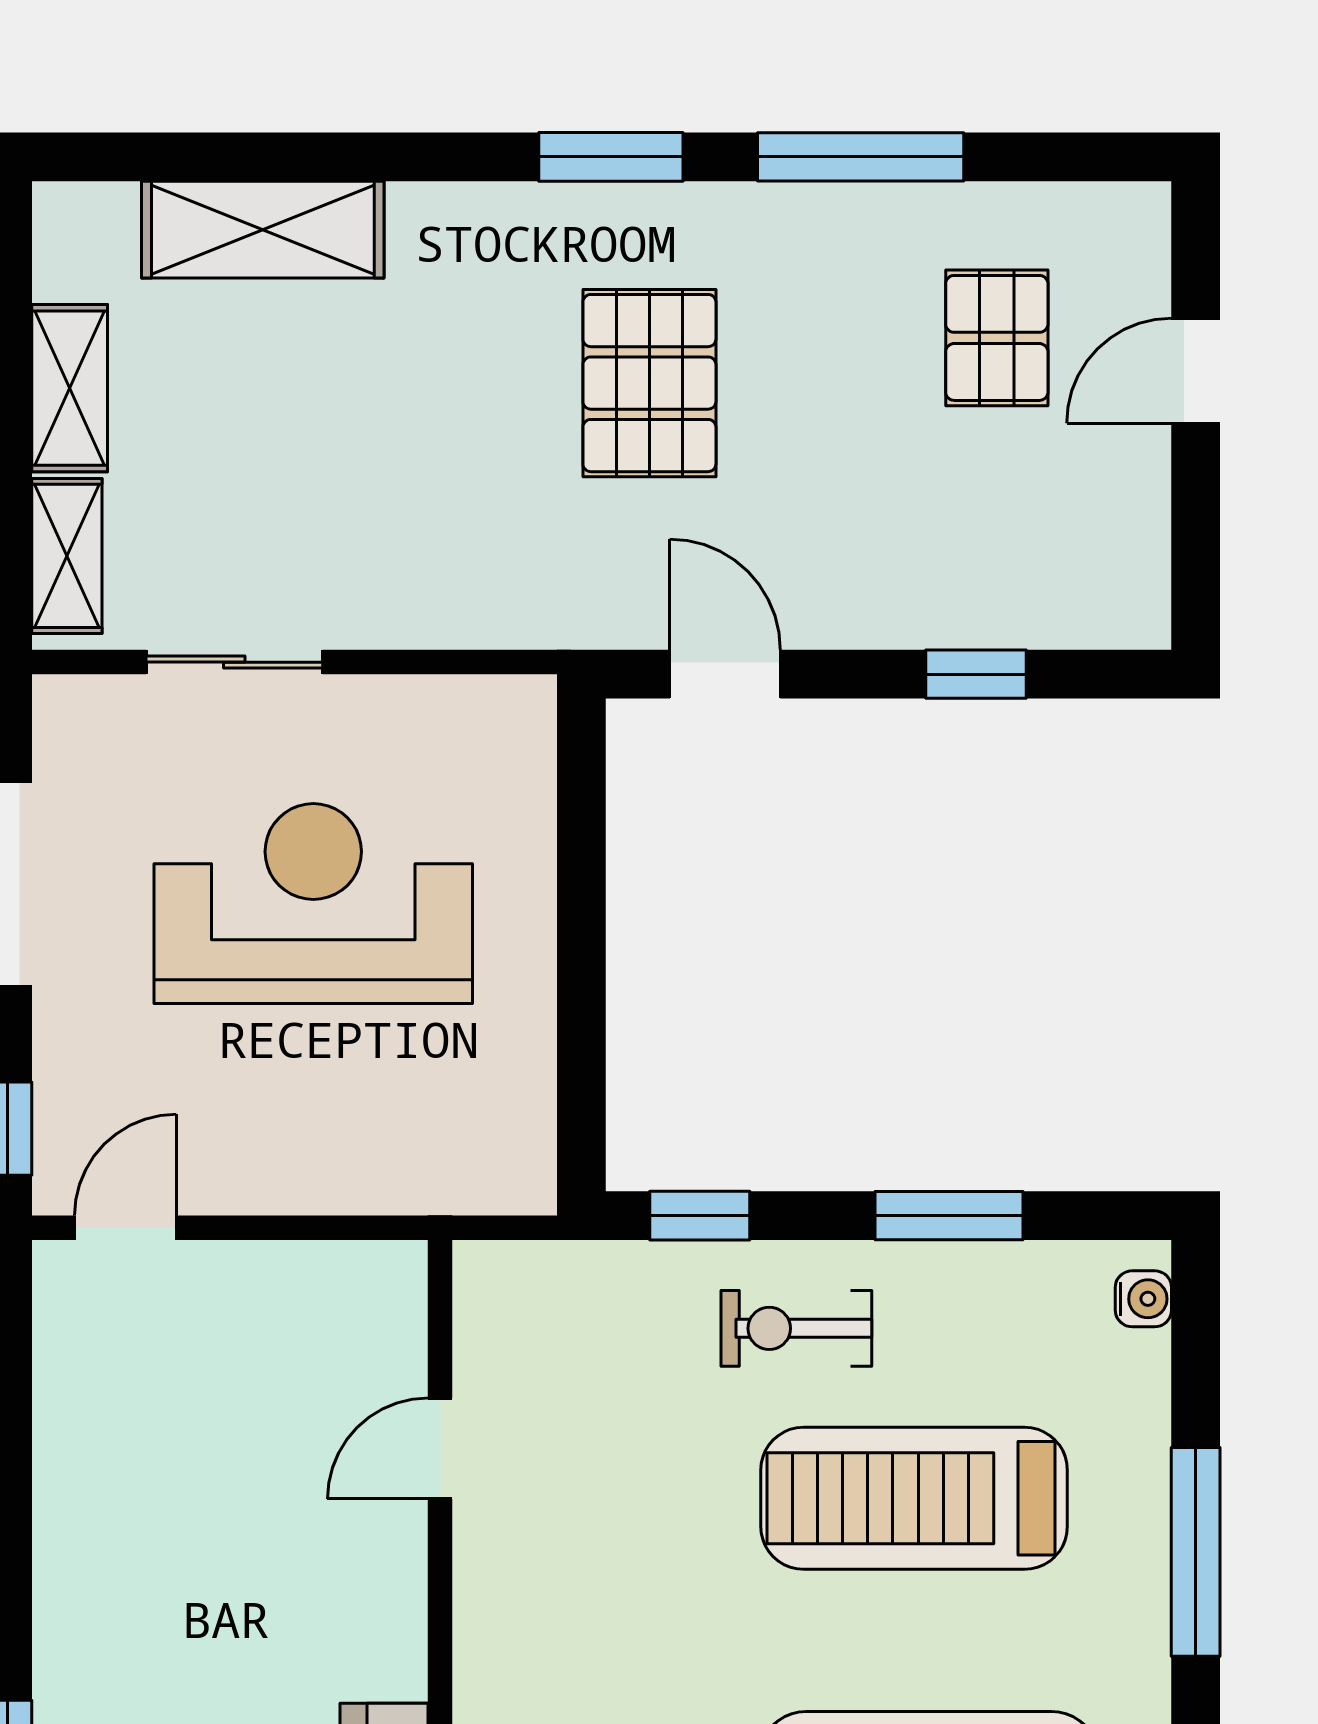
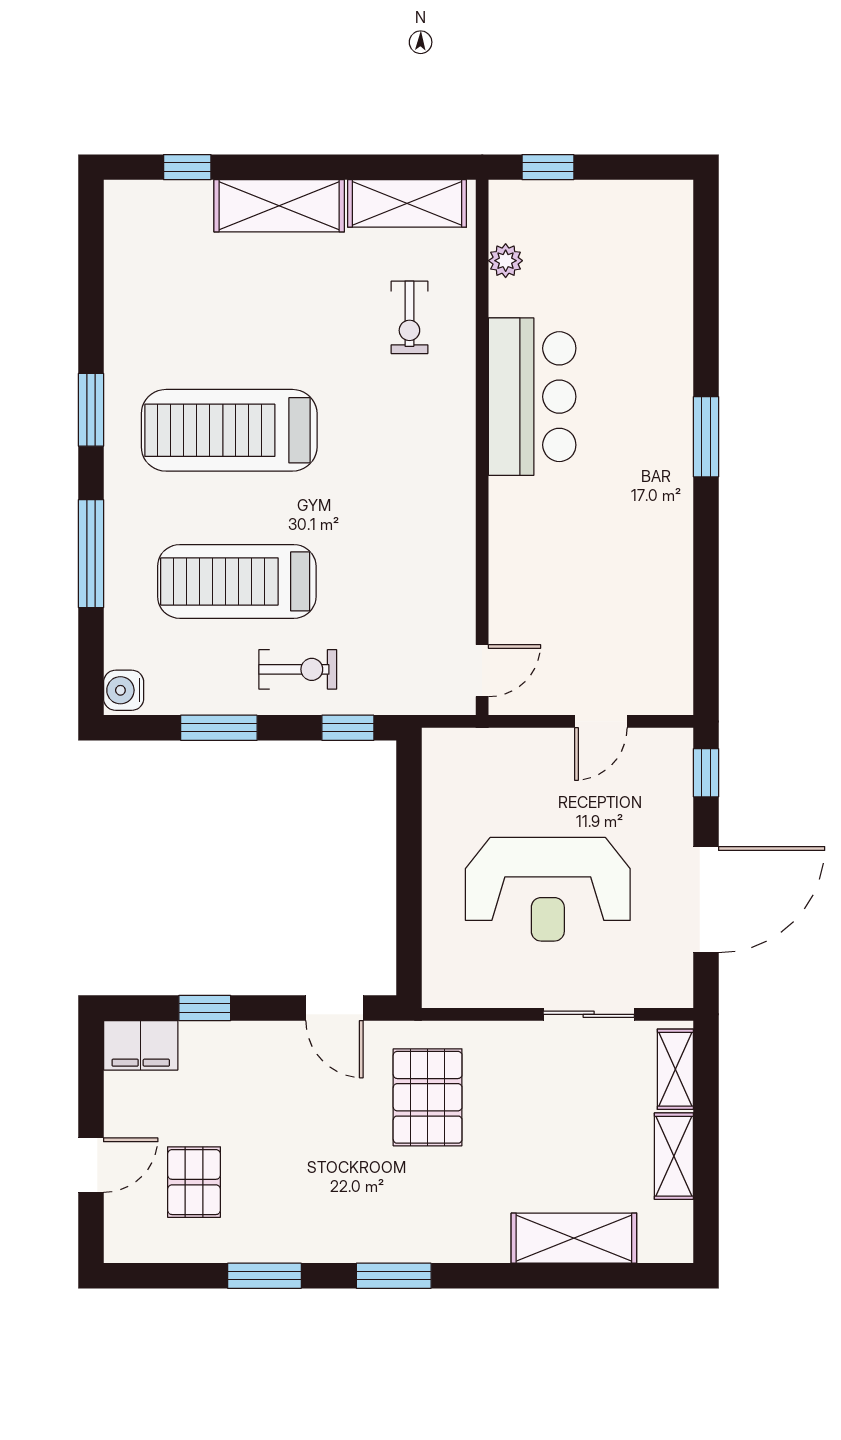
window: (861, 157) -> (264, 1276), width x0.69
pallet: (649, 383) -> (428, 1097), moved
filing cabinet: (1100, 602) -> (141, 1045), added
door: (125, 1228) -> (601, 721), moved
water cooler: (1143, 1299) -> (124, 690), width x1.38, depth x1.38
door: (440, 1448) -> (482, 671), moved
treadmill: (914, 1498) -> (237, 581), turned 180

